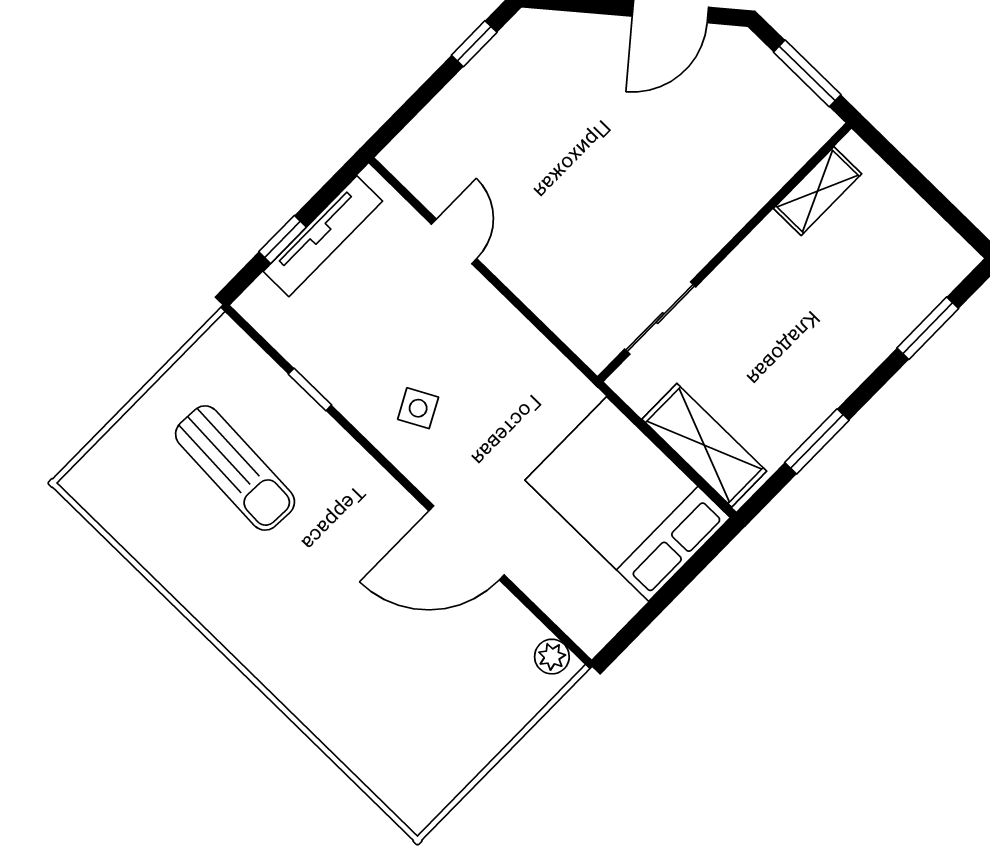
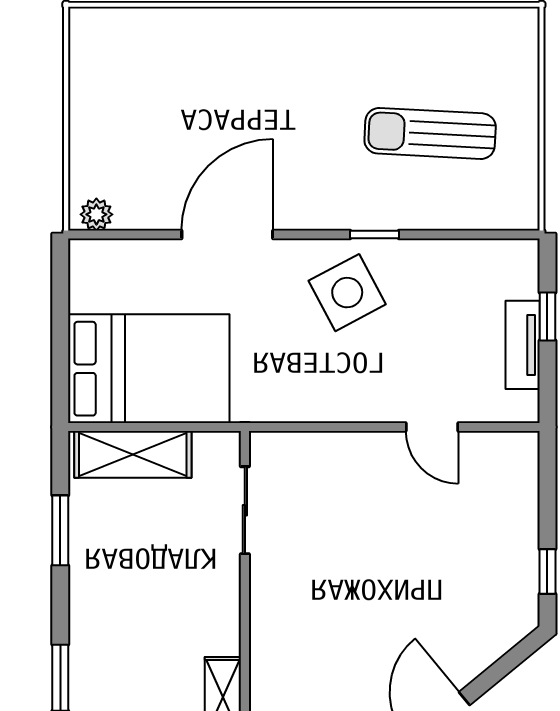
tv unit: (323, 236) -> (523, 345), width x0.71
window: (310, 389) -> (375, 235), moved
side table: (418, 408) -> (347, 293), width x1.87, depth x1.87

